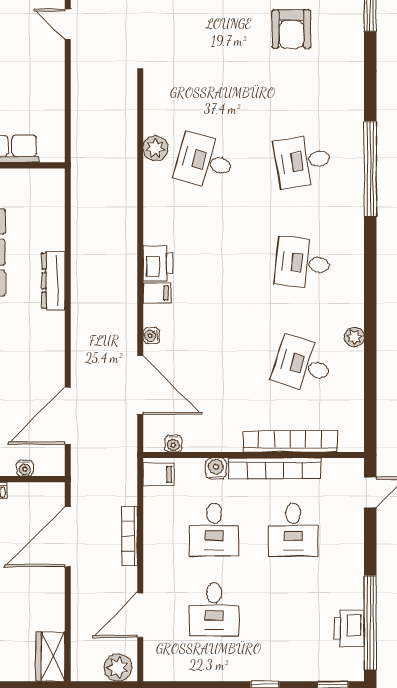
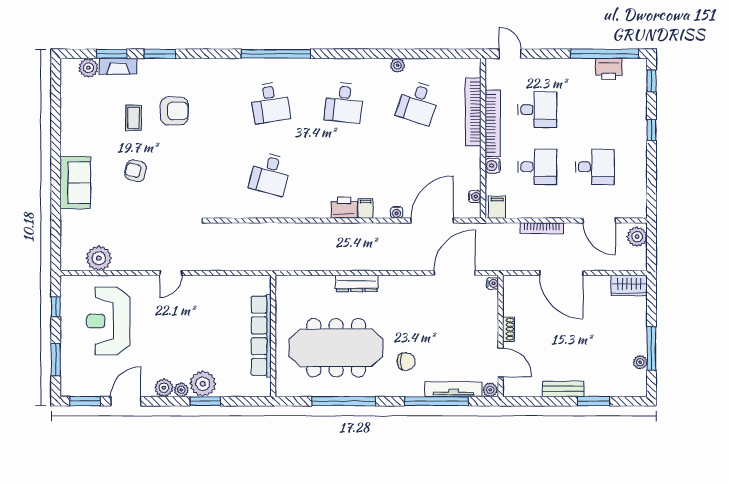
plant: (156, 148) -> (261, 209), removed
door: (68, 416) -> (455, 273), swing flipped
water cooler: (25, 468) -> (493, 283), moved
door: (68, 537) -> (561, 273), moved

